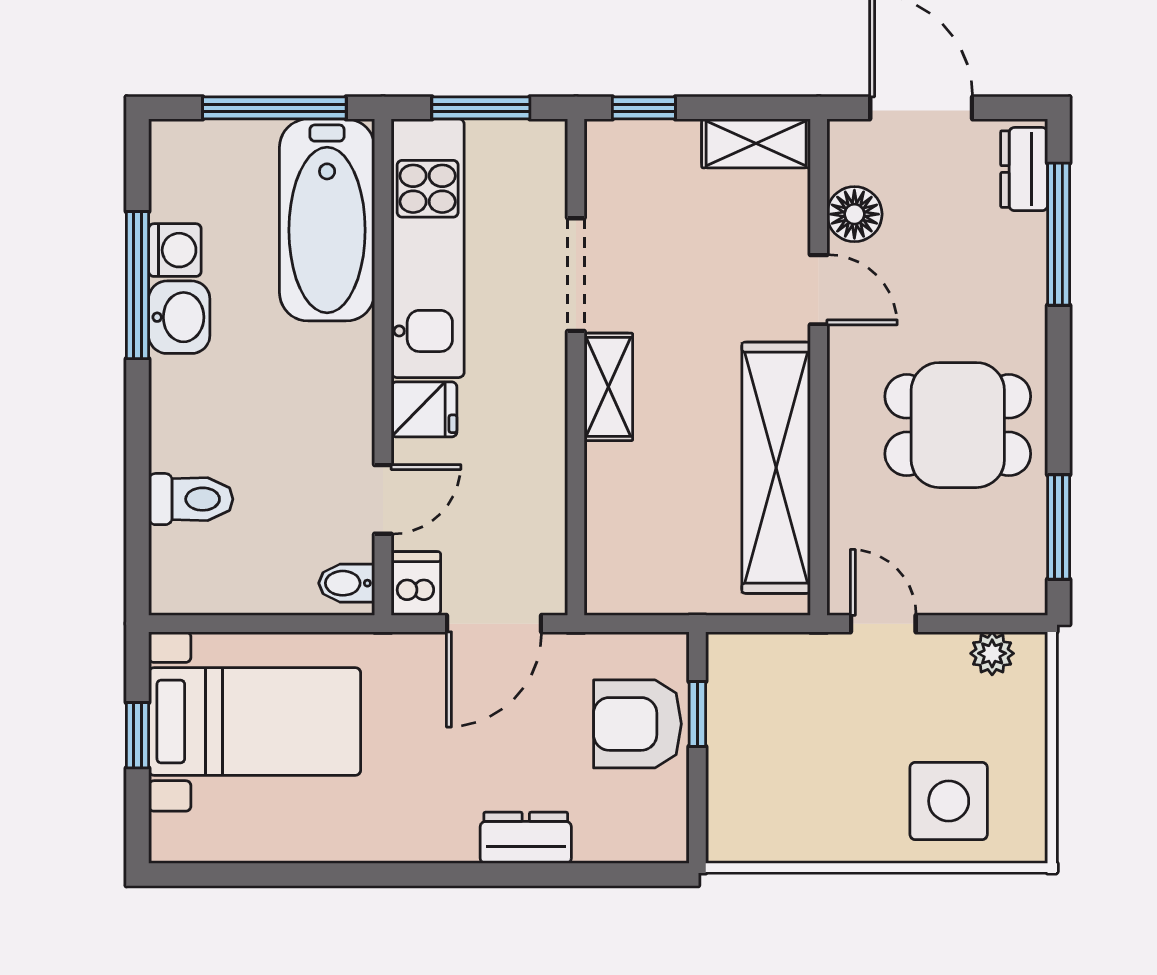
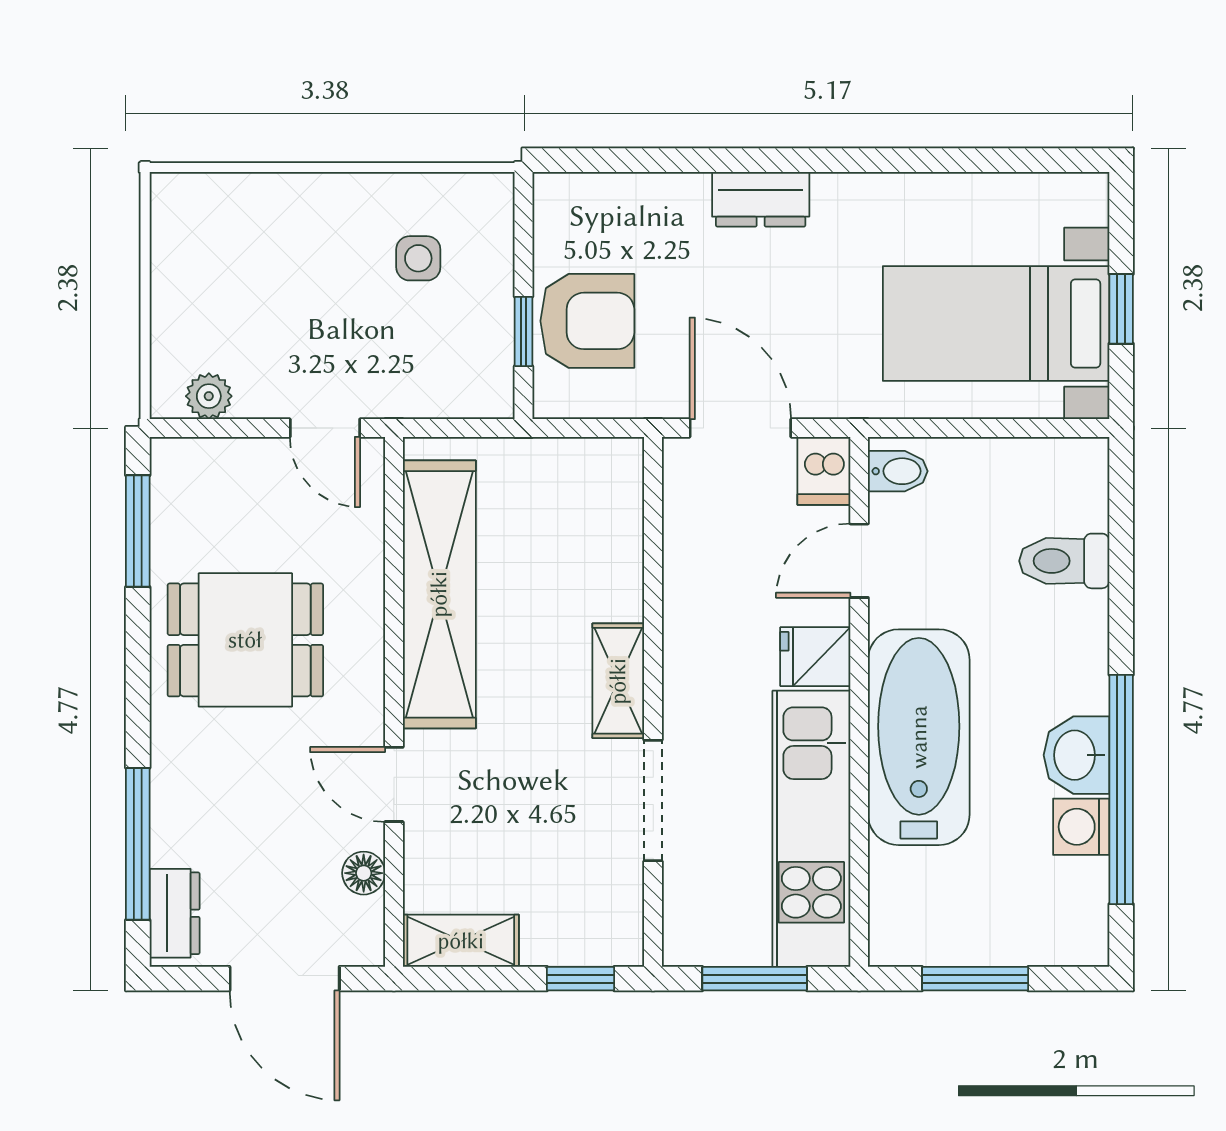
window: (274, 108) -> (975, 979), width x0.69
floor lamp: (854, 214) -> (364, 873), width x0.73, depth x0.73
bathtub: (327, 220) -> (919, 737), moved
window: (137, 285) -> (1121, 789), width x1.46
door: (494, 624) -> (740, 428), hinge flipped
side table: (949, 801) -> (418, 258), moved, width x0.54, depth x0.54
dresser: (526, 838) -> (761, 199), moved

